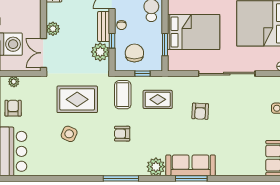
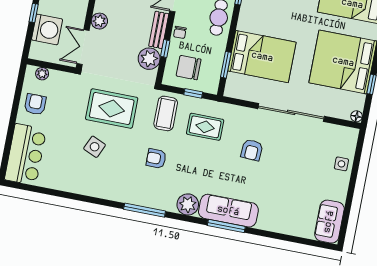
chair: (134, 53) -> (189, 68), turned -90

